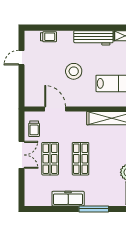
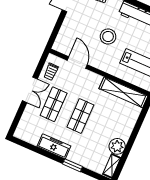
window: (94, 209) -> (72, 165), width x0.69

